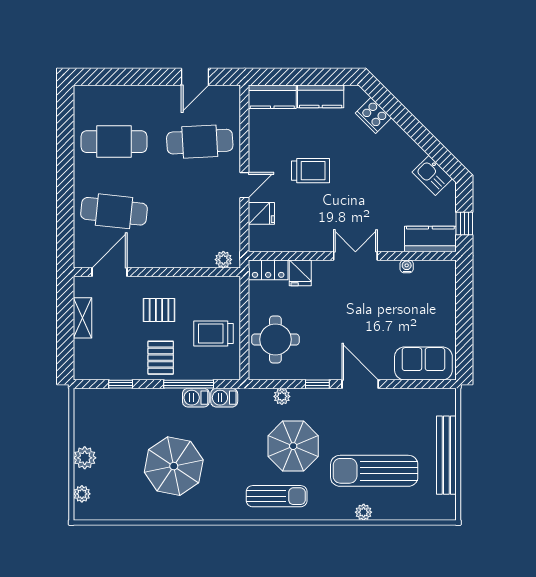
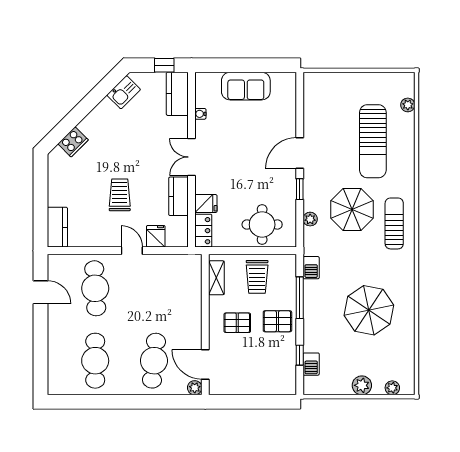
kitchen counter: (321, 96) -> (178, 196), moved, turned 180
plant: (223, 260) -> (195, 388), moved
pallet: (159, 310) -> (237, 323), turned 90
shelving: (83, 318) -> (216, 278), moved, turned 90
sofa: (423, 363) -> (246, 86), moved, turned -90
barbecue: (196, 398) -> (311, 364), moved
bench: (446, 455) -> (360, 80), removed
plant: (364, 512) -> (408, 105), moved

